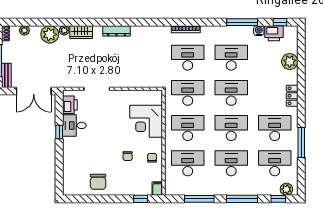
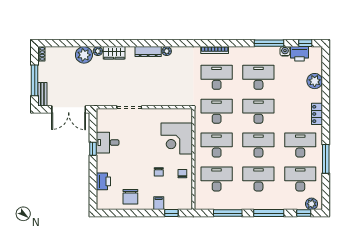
plant: (24, 30) -> (167, 51), moved
printer: (70, 105) -> (103, 181), moved
filing cabinet: (157, 189) -> (159, 203), moved

